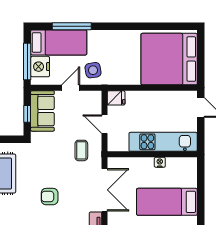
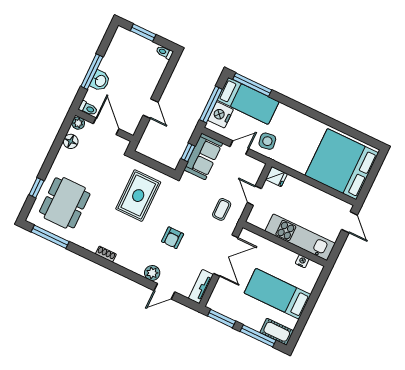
window: (72, 26) -> (252, 85), moved
nightstand: (160, 162) -> (302, 261), moved
armchair: (50, 197) -> (173, 238), turned -90

